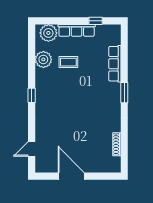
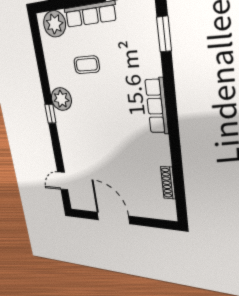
plant: (43, 59) -> (61, 99), moved
row of seats: (115, 64) -> (157, 106), moved
window: (124, 93) -> (164, 34), moved

